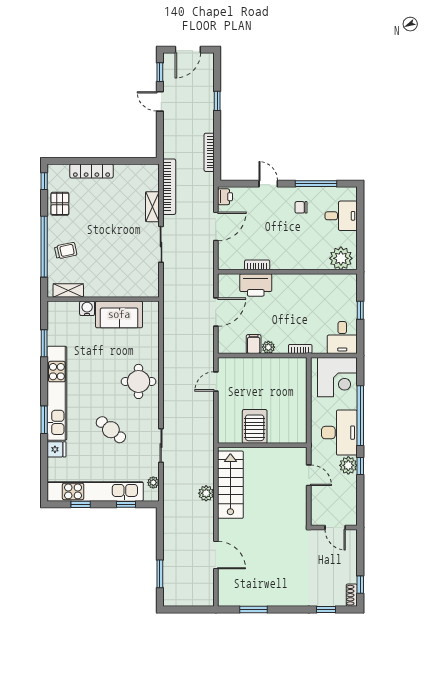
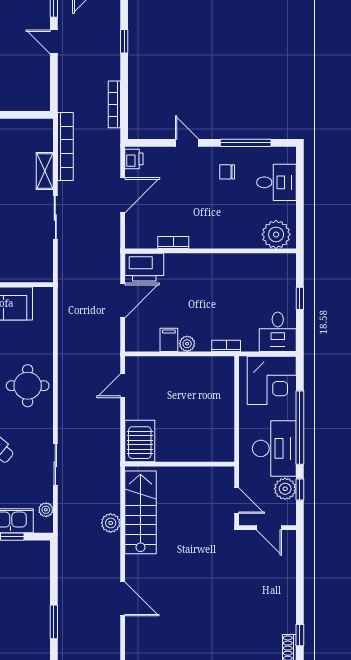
printer: (256, 285) -> (144, 267), moved
server rack: (255, 426) -> (140, 441), moved
wall: (334, 528) -> (267, 528), moved
door: (335, 528) -> (269, 528), moved

